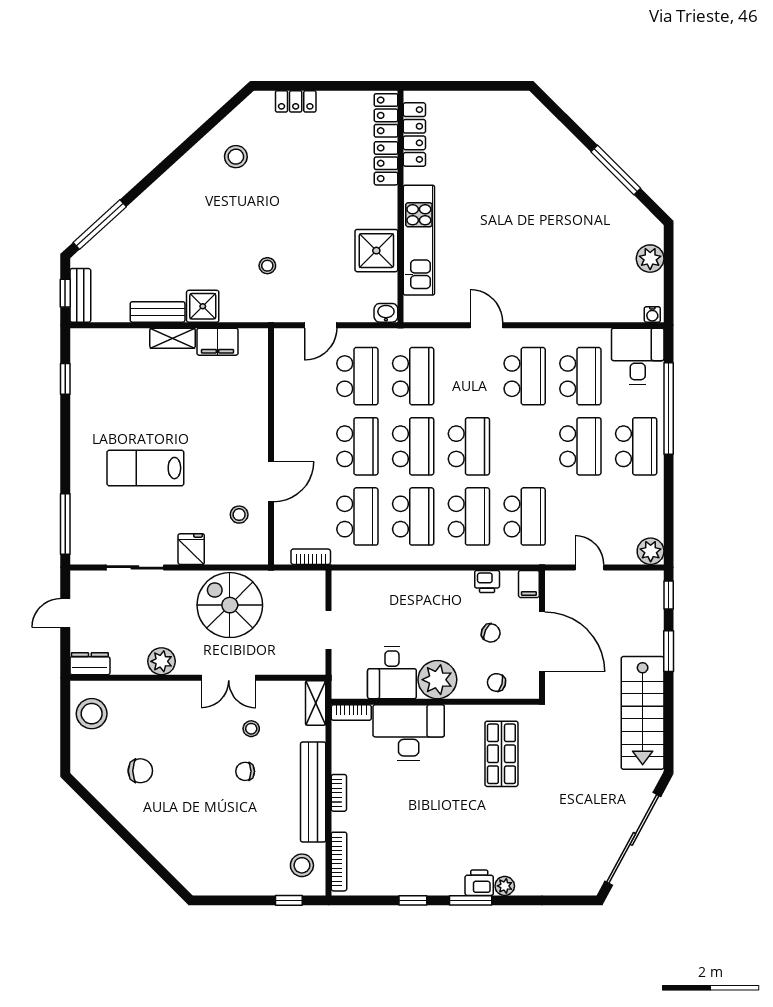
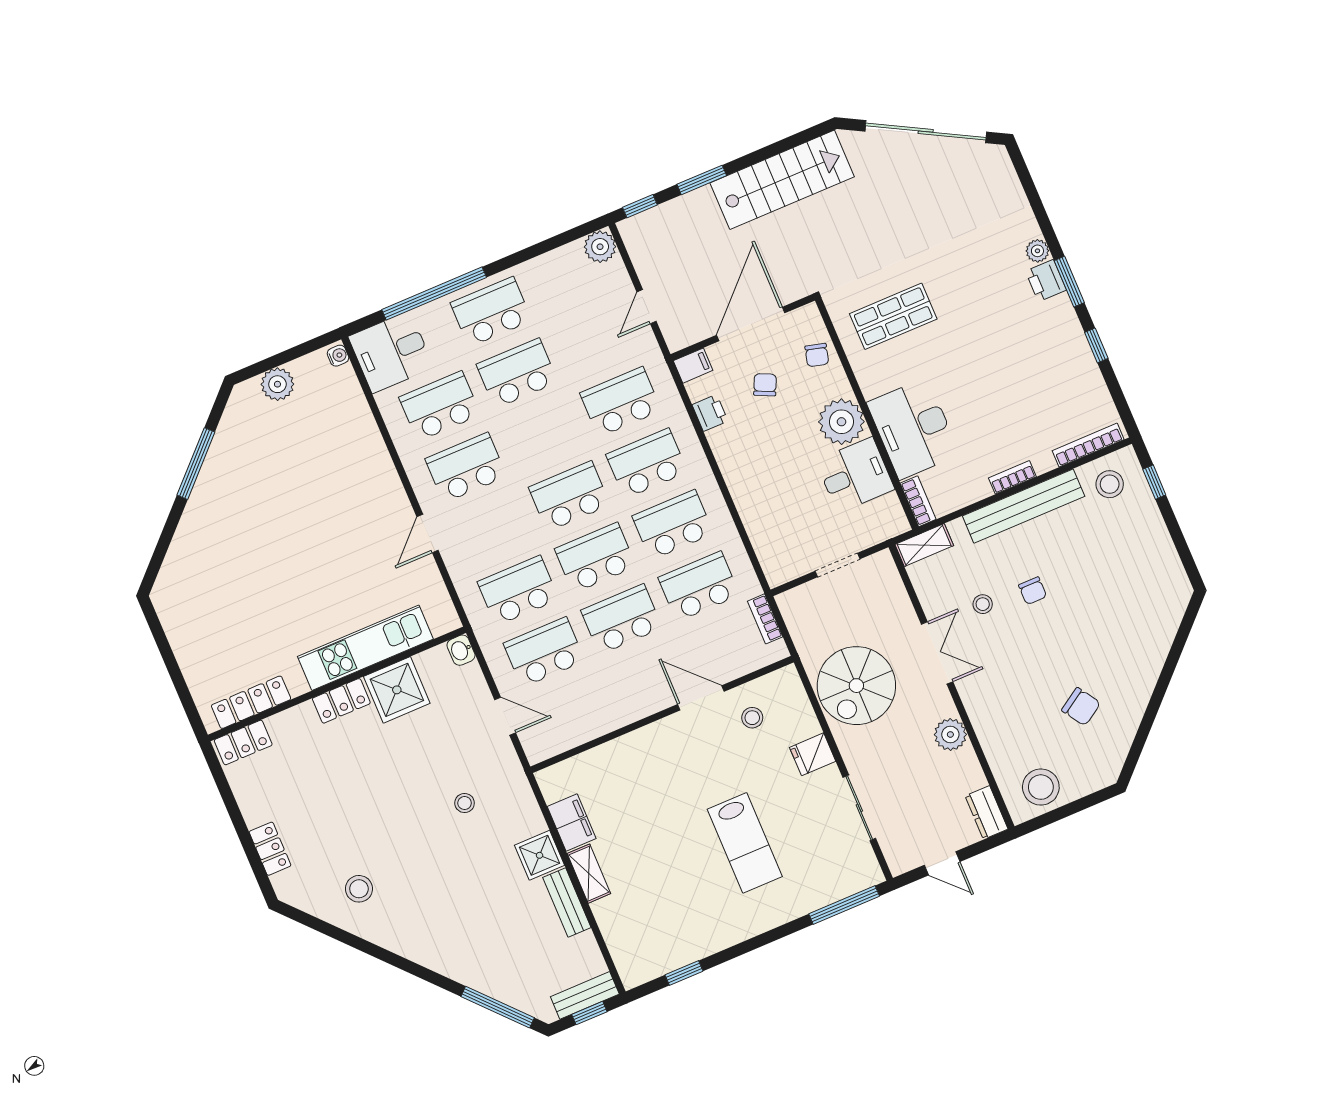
locker: (386, 163) -> (341, 701), moved
chair: (140, 771) -> (1081, 707), turned 147

